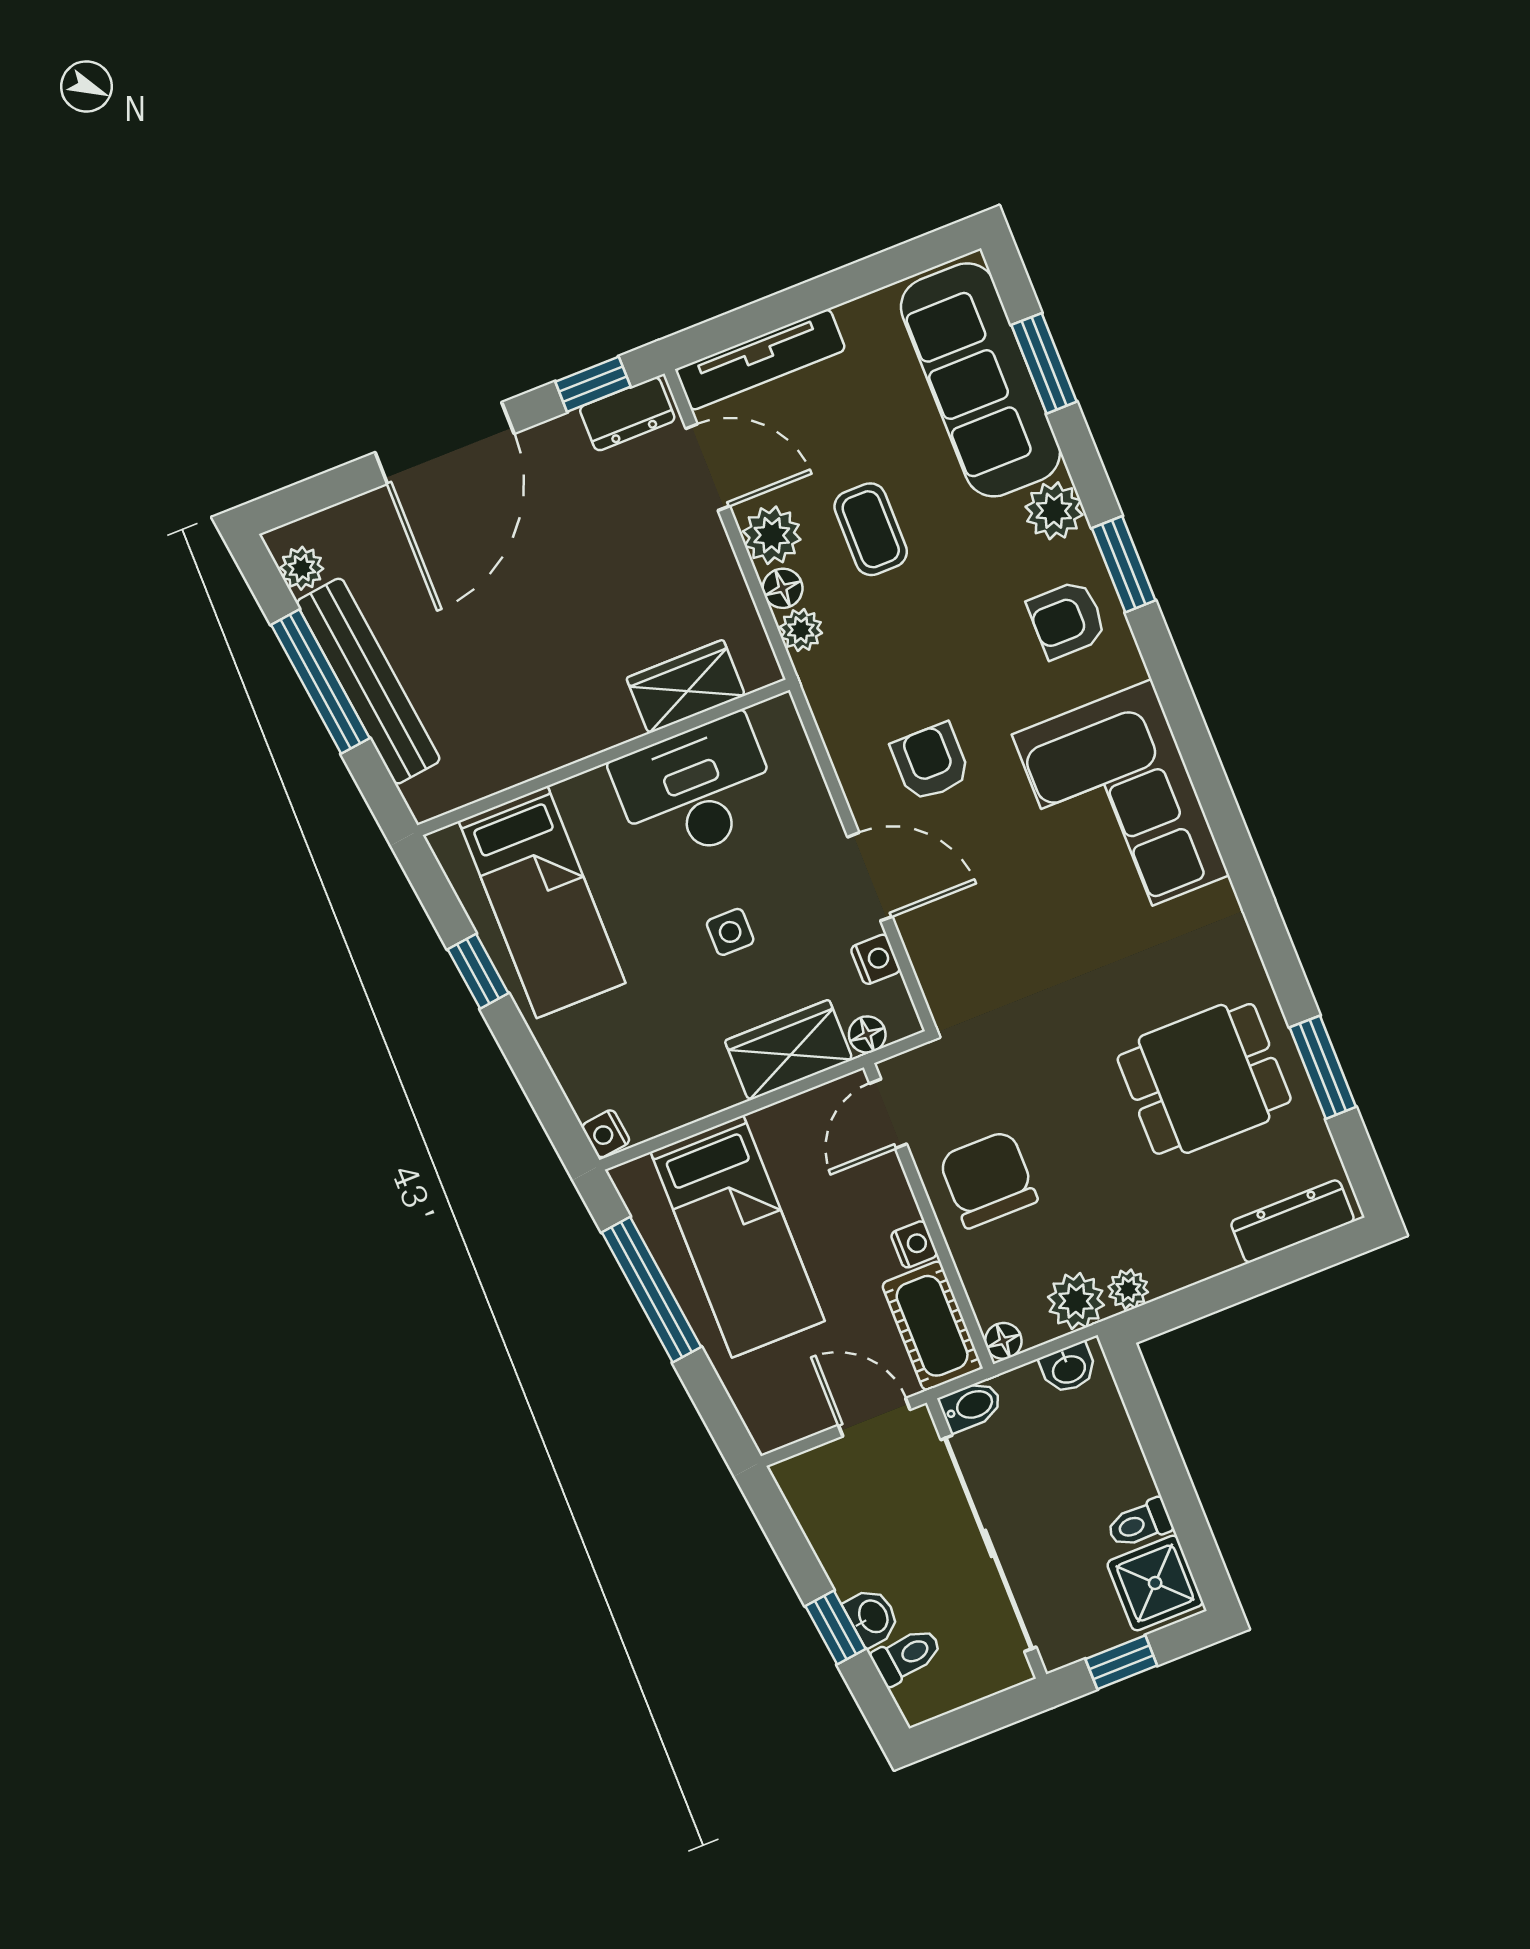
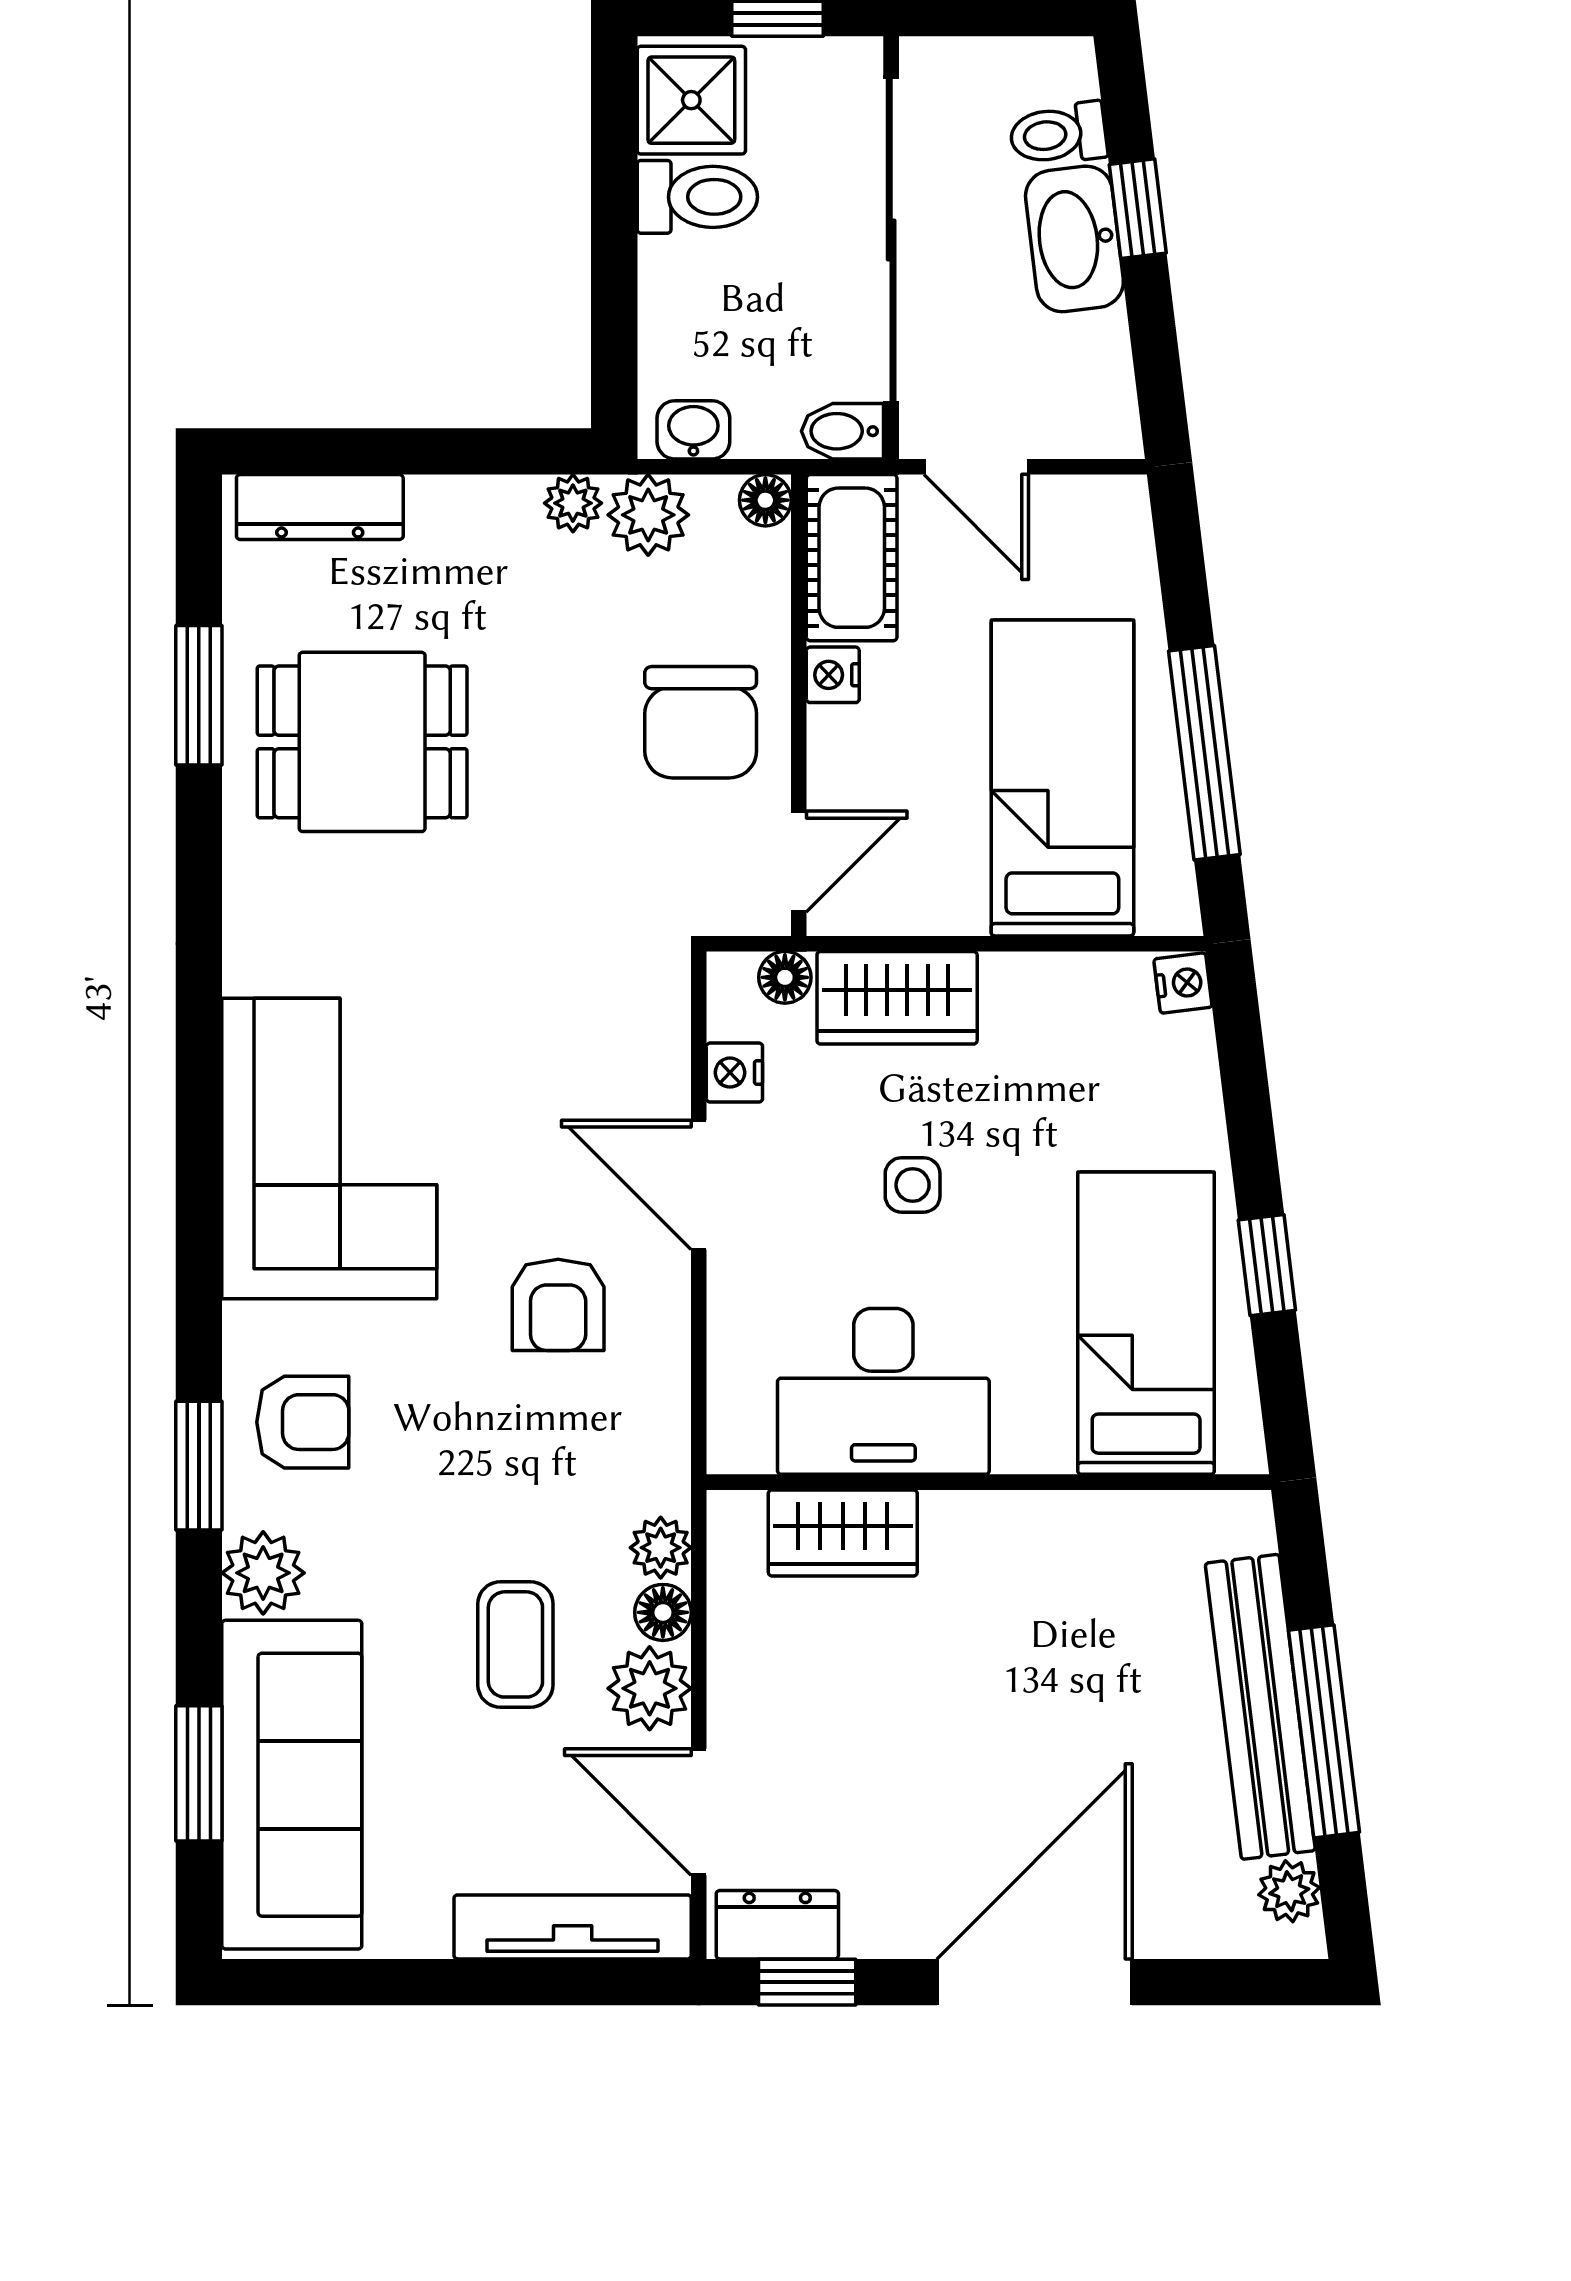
toilet: (1140, 1524) -> (697, 197), width x1.37, depth x1.39
washbasin: (872, 1617) -> (1074, 239), width x1.91, depth x1.45

